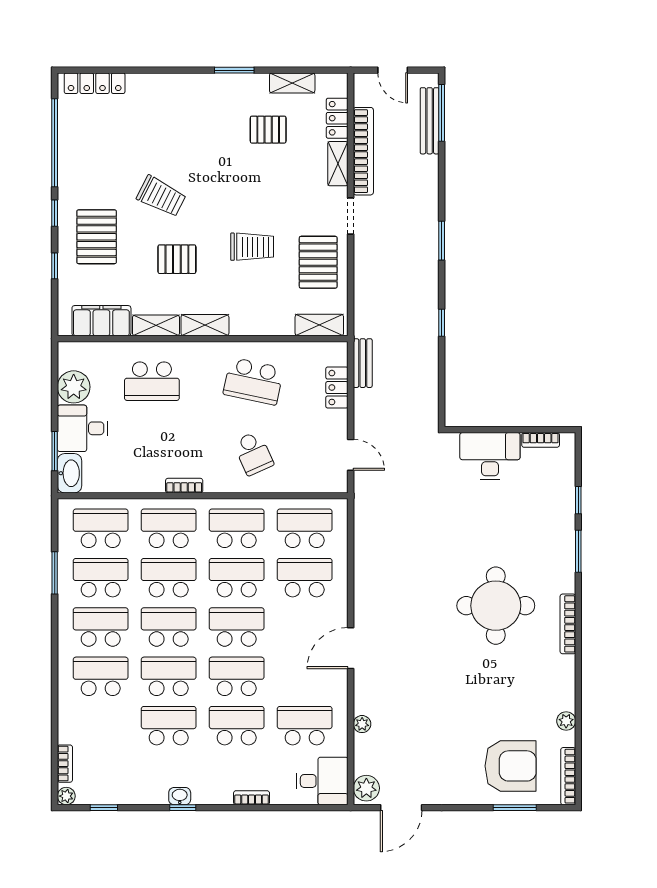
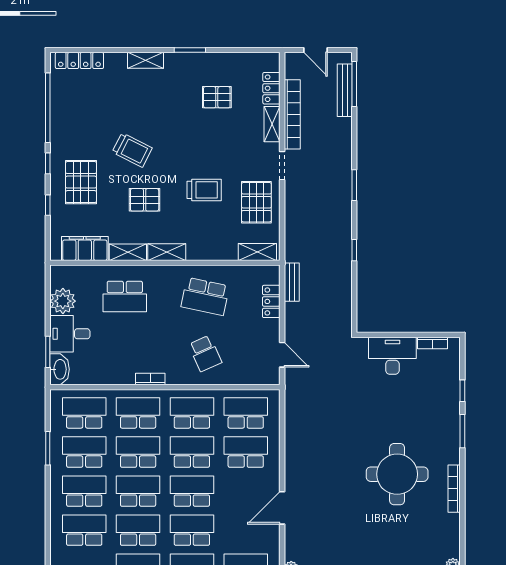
shelving: (292, 83) -> (145, 60), moved

